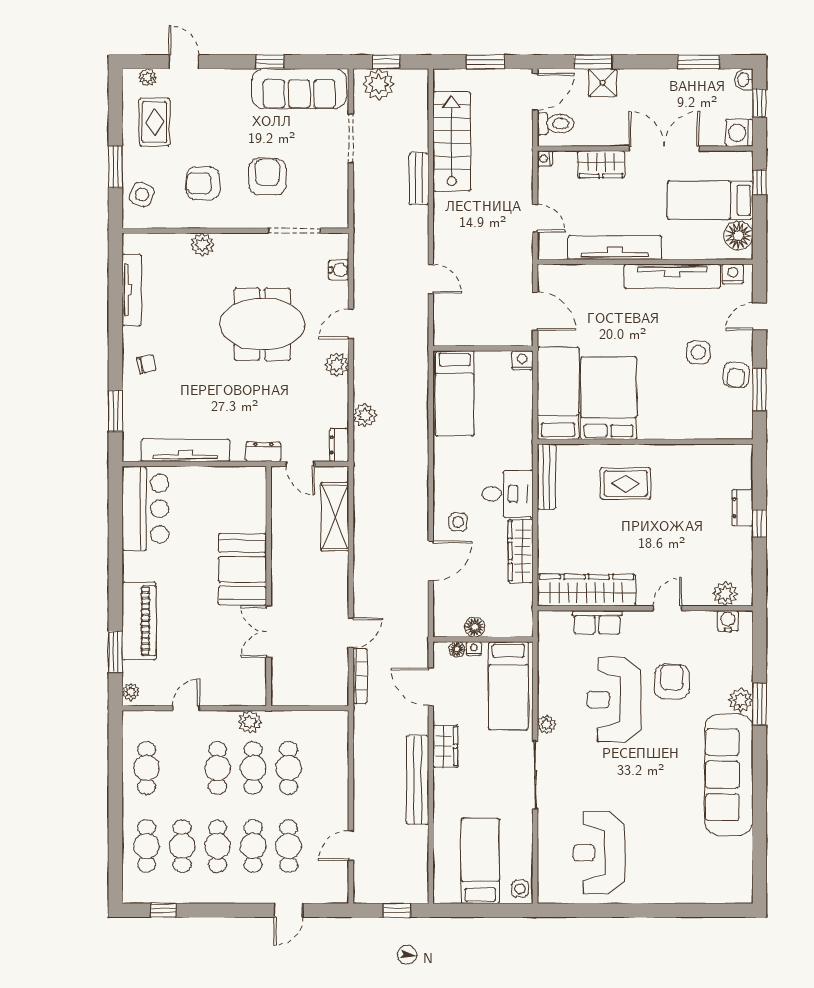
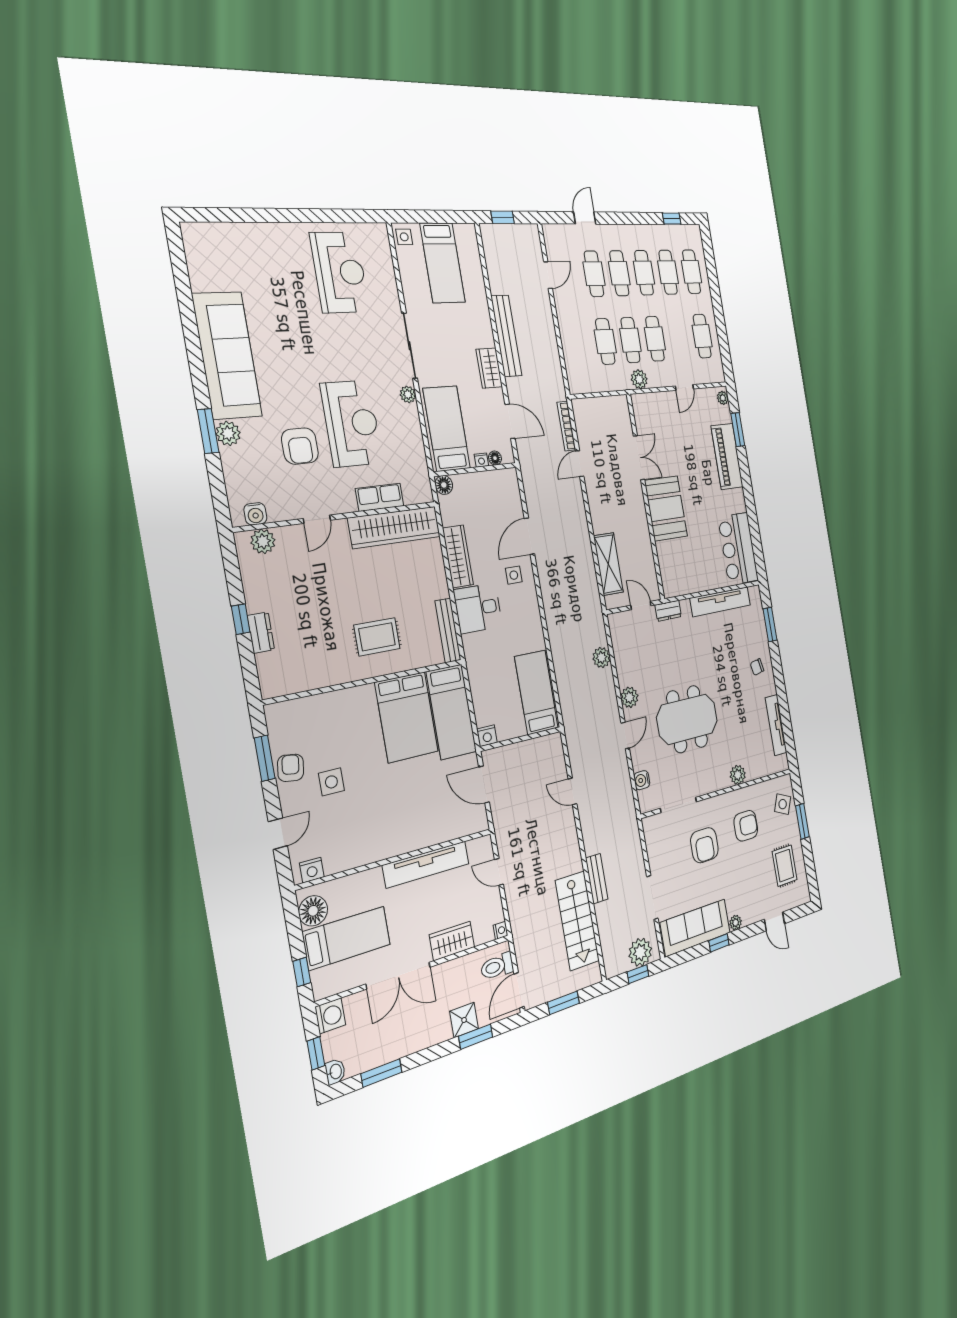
plant: (147, 77) -> (736, 923), moved
tv unit: (672, 276) -> (369, 851), removed
dresser: (339, 445) -> (616, 628), removed
floor lamp: (475, 627) -> (444, 485), moved

